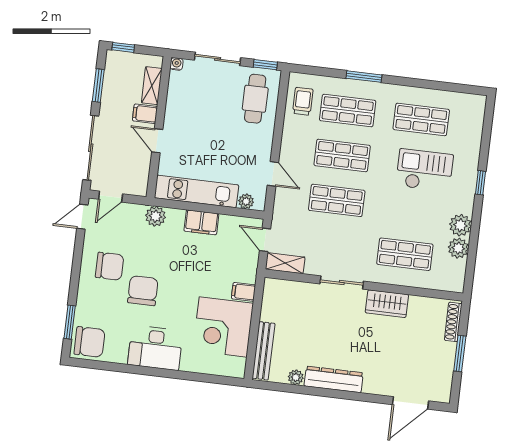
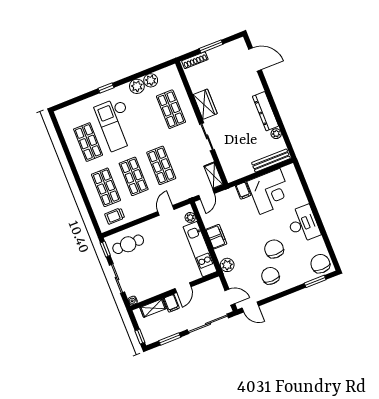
window: (364, 77) -> (81, 189), removed
checkout: (425, 170) -> (116, 124), width x1.36, depth x1.21
chair: (143, 291) -> (274, 249), turned 90

